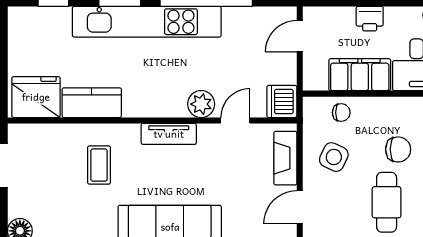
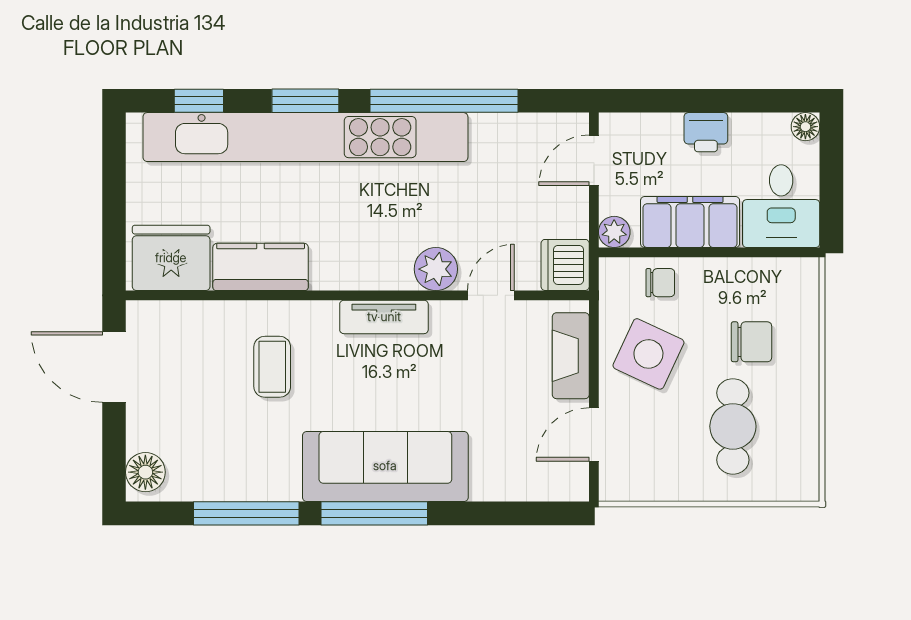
kitchen unit: (147, 22) -> (305, 137), width x1.36
plant: (312, 81) -> (614, 232), added
side table: (334, 157) -> (648, 354), width x1.37, depth x1.37

